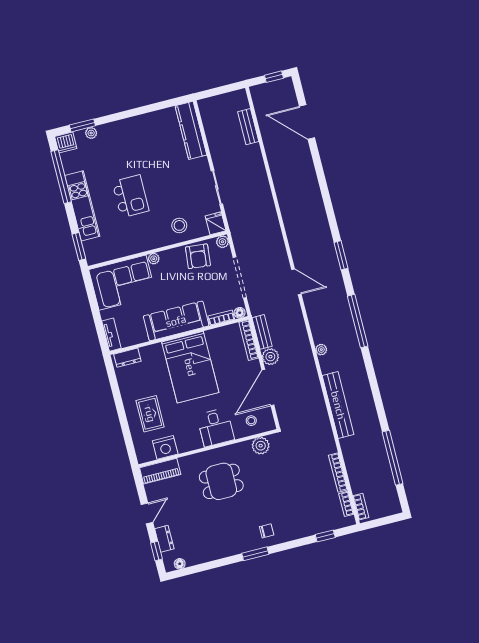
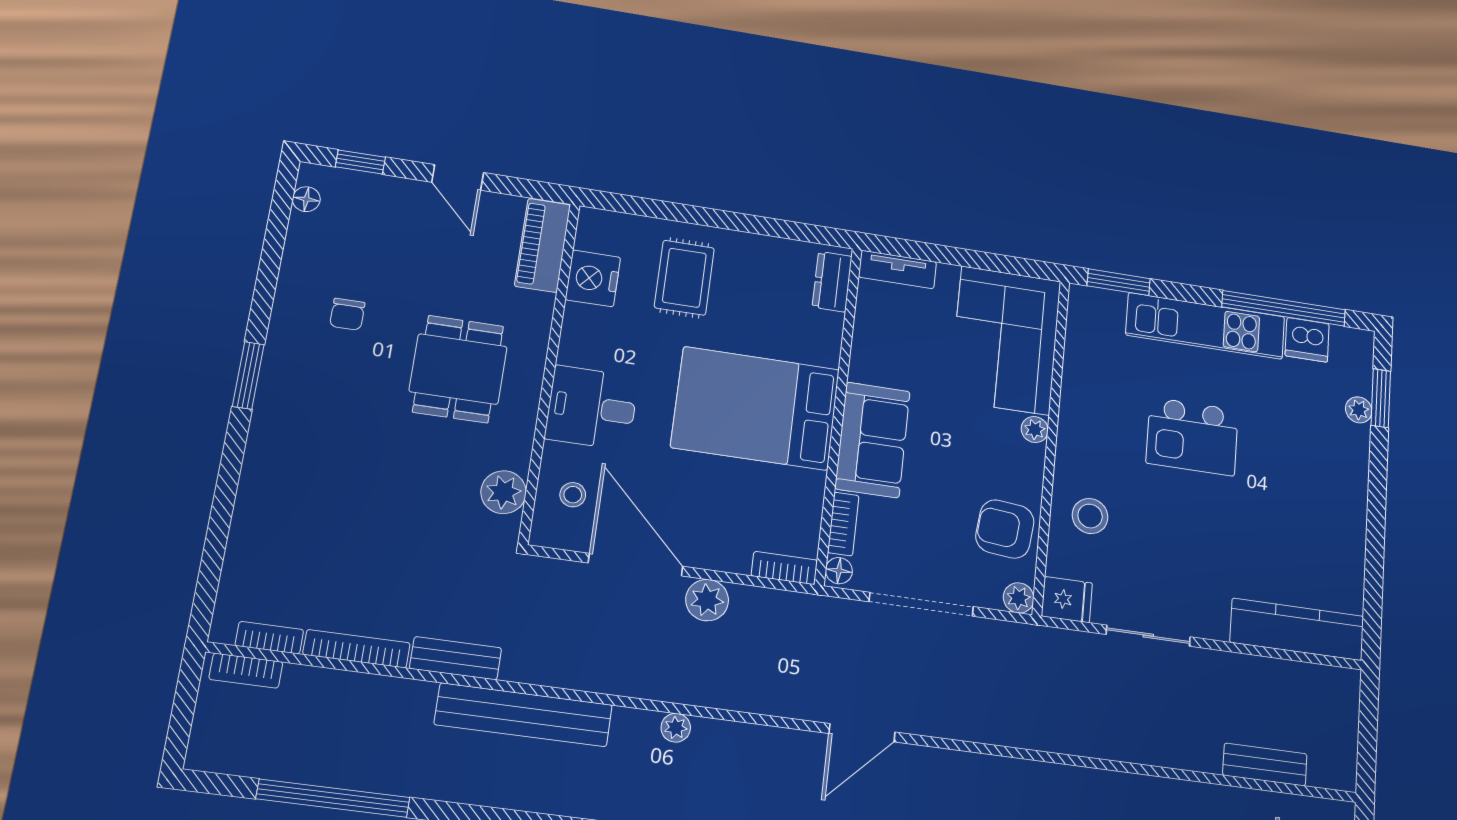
dishwasher: (66, 143) -> (1307, 340), moved, turned -90
sofa: (176, 321) -> (873, 440), width x0.73
bench: (262, 332) -> (456, 658), moved
bookcase: (249, 340) -> (784, 568), width x0.64
rug: (150, 414) -> (684, 278), turned 90
chair: (267, 531) -> (347, 314), moved
window: (325, 536) -> (213, 555), removed
dresser: (164, 539) -> (381, 190), removed

